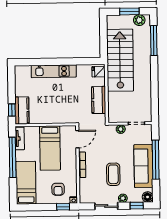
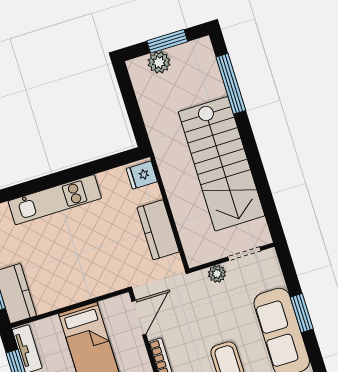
plant: (139, 20) -> (159, 62), moved
stairs: (120, 60) -> (222, 164), moved, turned 180
window: (156, 160) -> (302, 313), width x0.47

